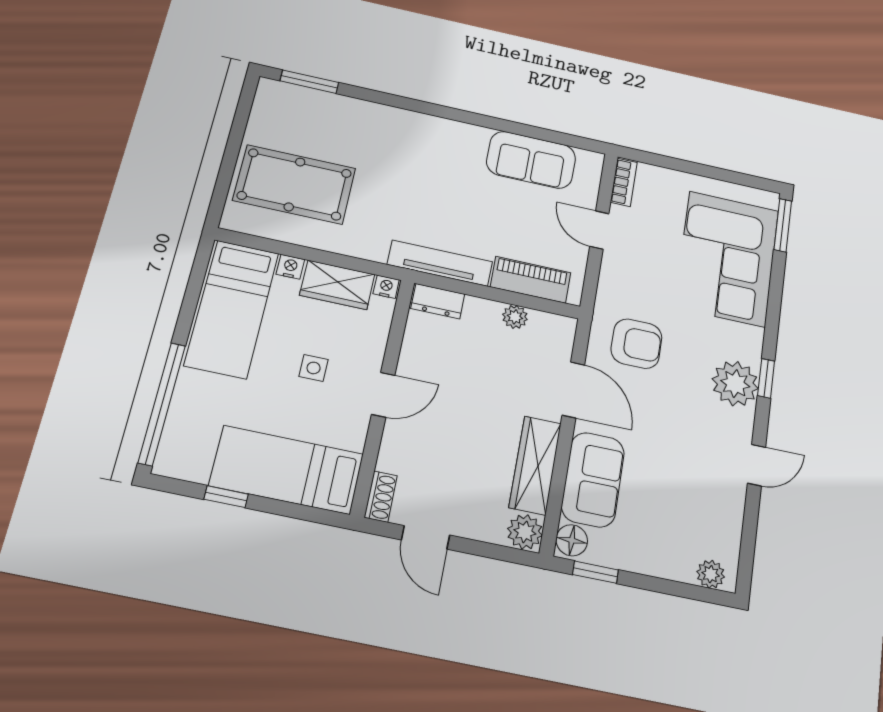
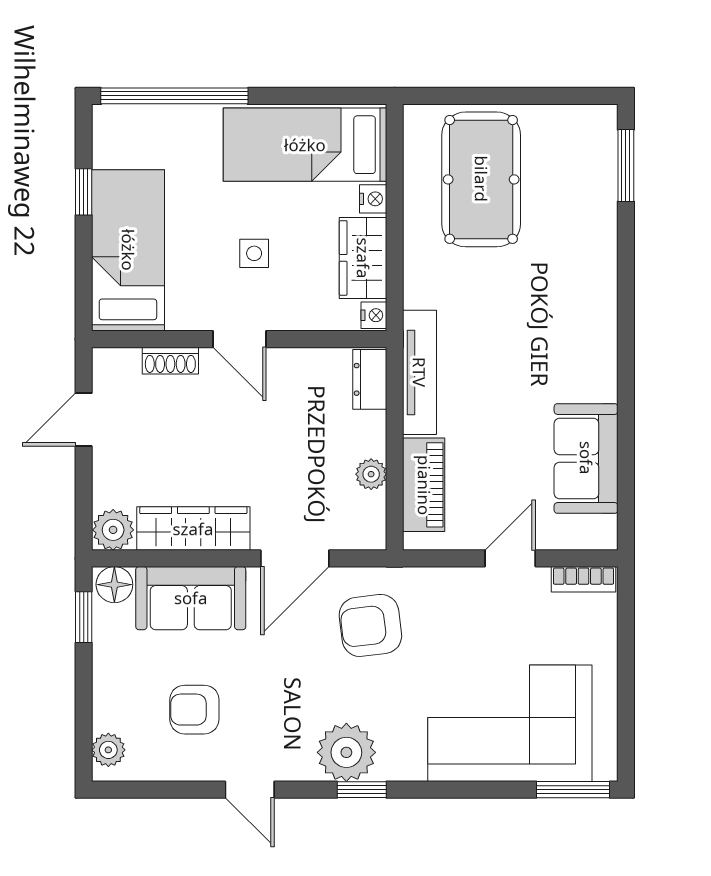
armchair: (636, 344) -> (370, 625), turned 83
armchair: (686, 496) -> (194, 710), added
shoe rack: (381, 497) -> (170, 361), moved

